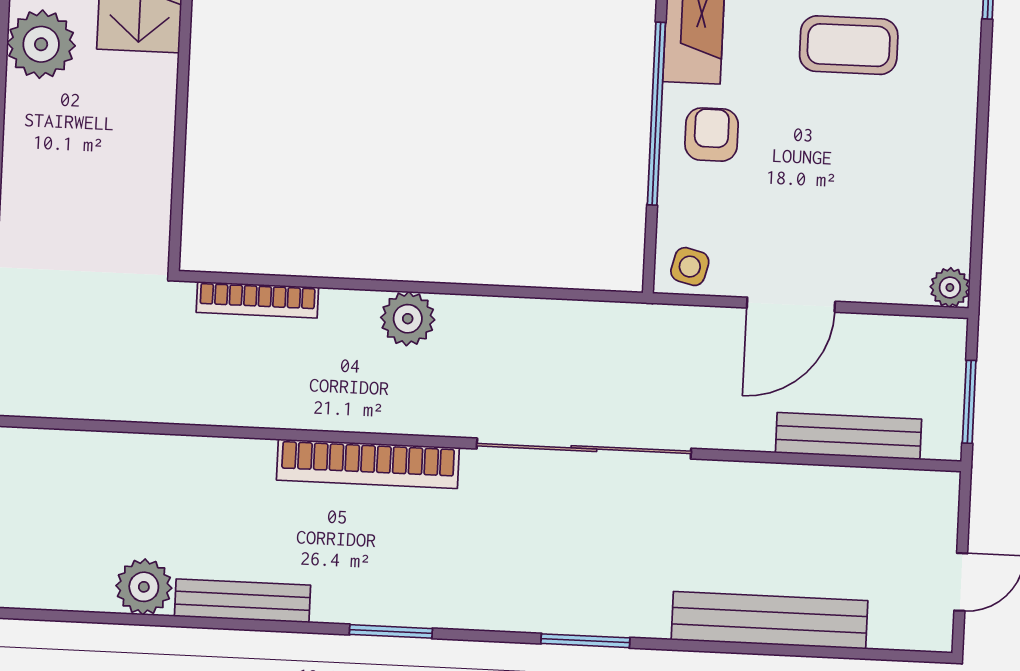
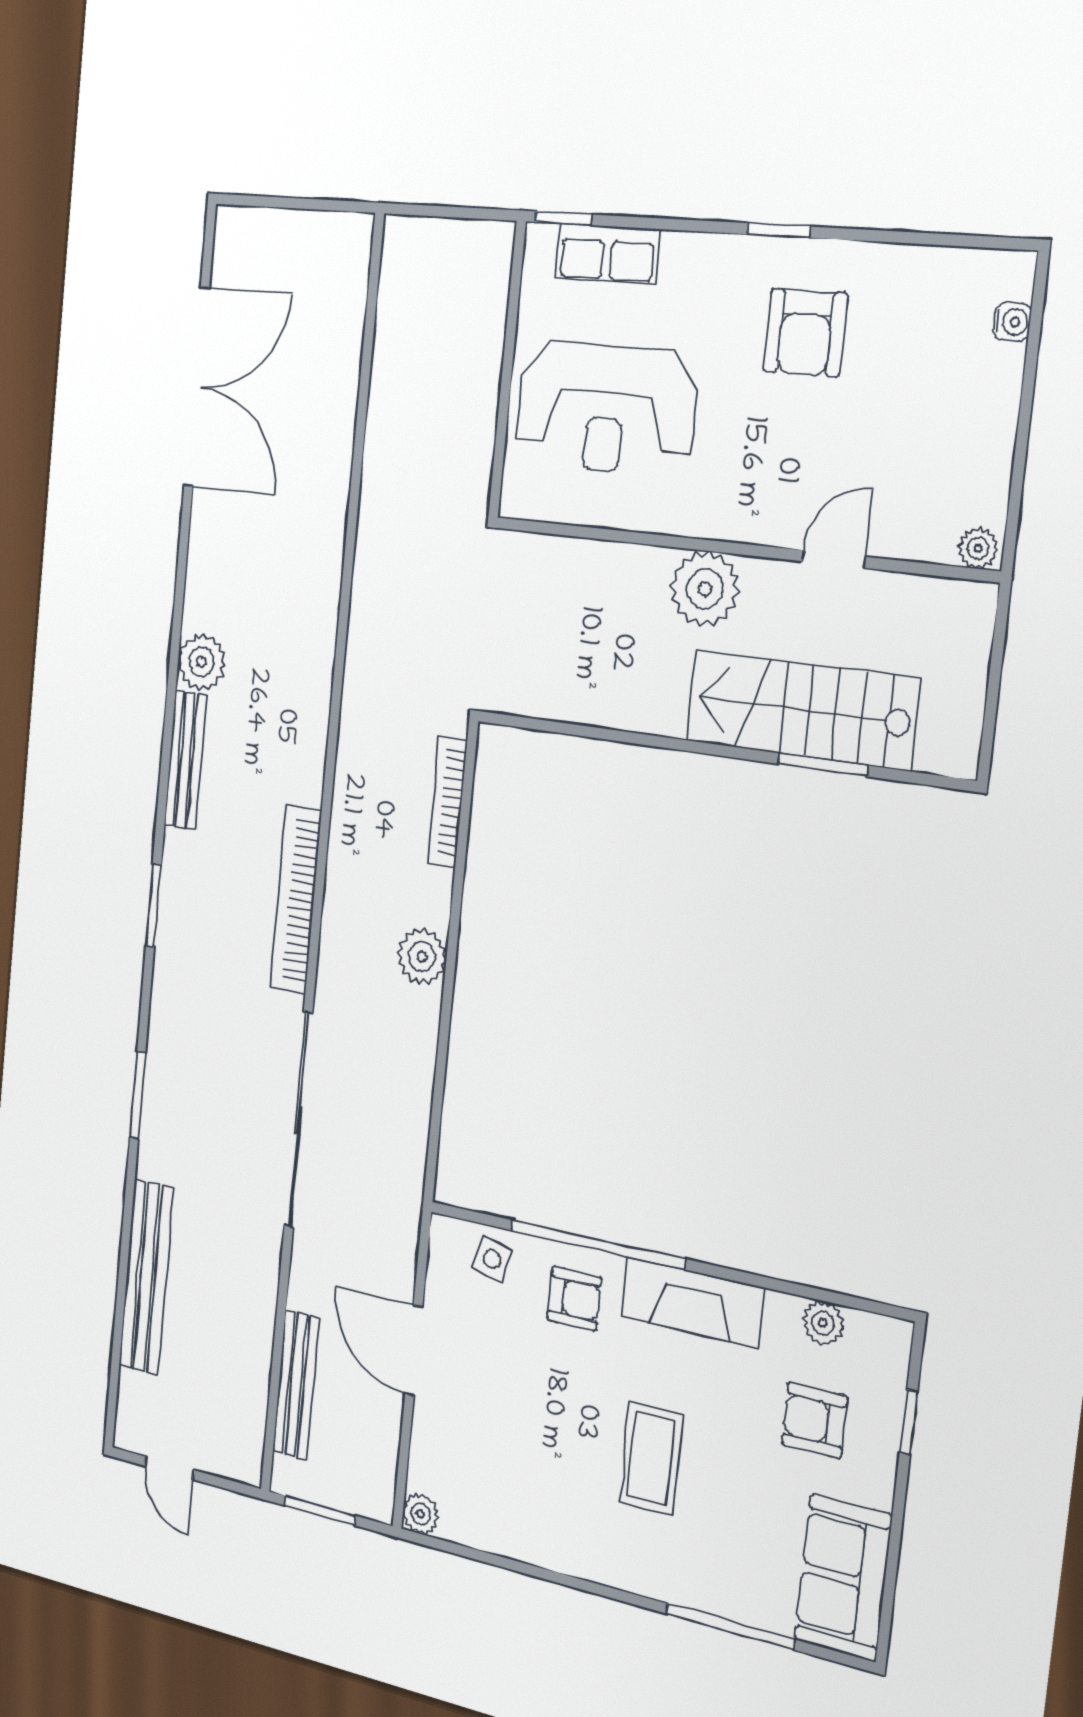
side table: (690, 267) -> (492, 1259), moved

